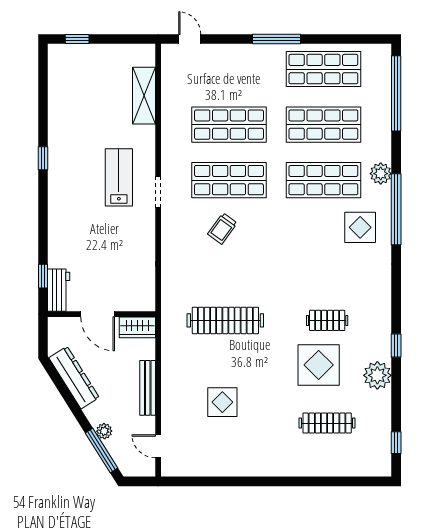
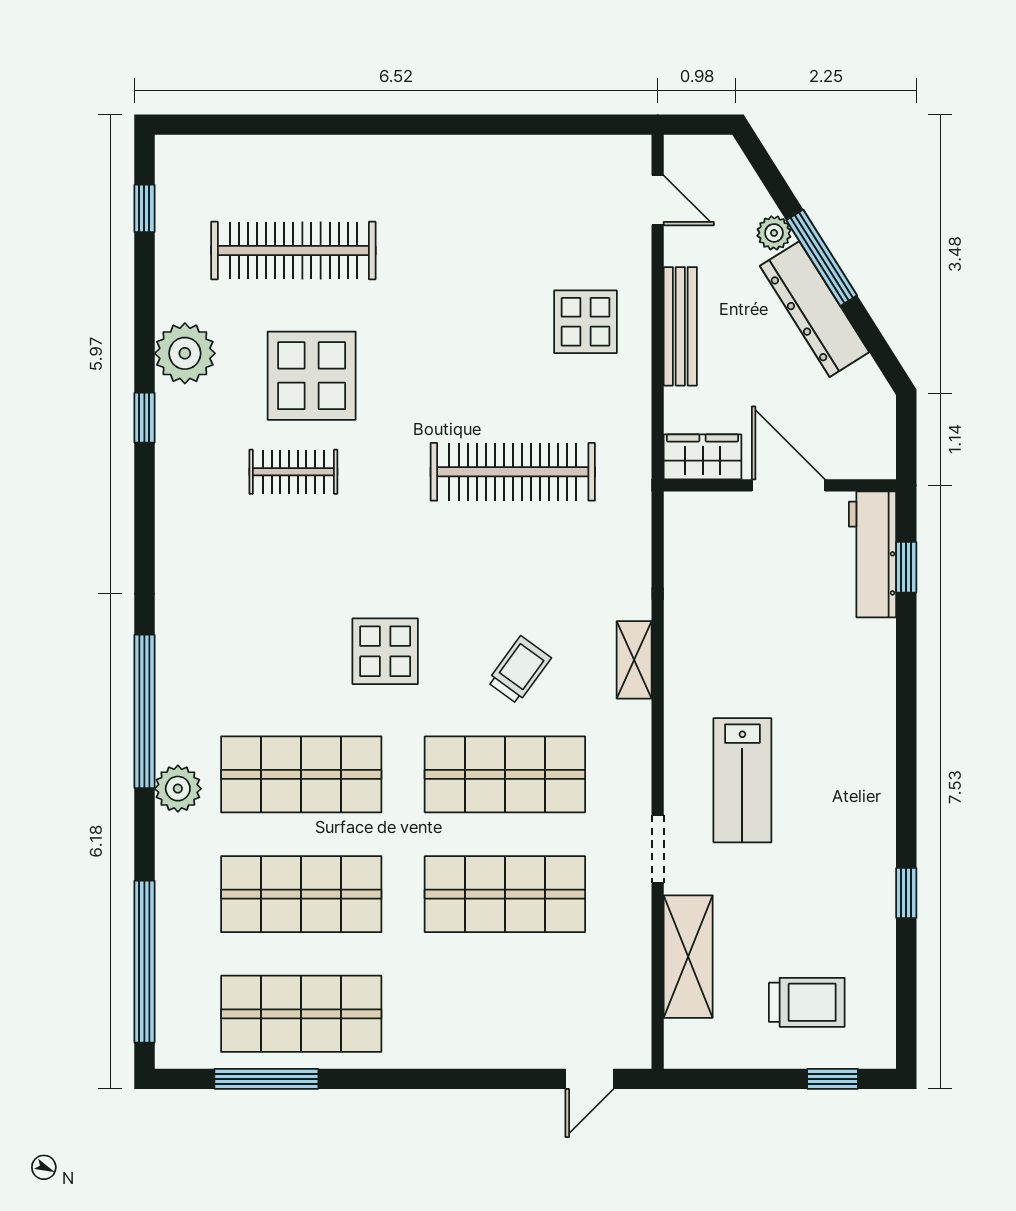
door: (190, 39) -> (590, 1079), hinge flipped
window: (277, 39) -> (266, 1079), moved
trolley: (89, 74) -> (807, 1002), added
window: (43, 158) -> (906, 893), moved
doorway: (158, 192) -> (658, 849), moved
display table: (360, 227) -> (385, 651), moved
shelving: (169, 233) -> (634, 660), added
workbench: (59, 290) -> (873, 554), width x1.38
dresser: (74, 378) -> (814, 309), moved
display table: (222, 402) -> (586, 322), moved
clothes rail: (327, 423) -> (293, 251), width x1.37, depth x1.31
window: (102, 451) -> (822, 258), moved

